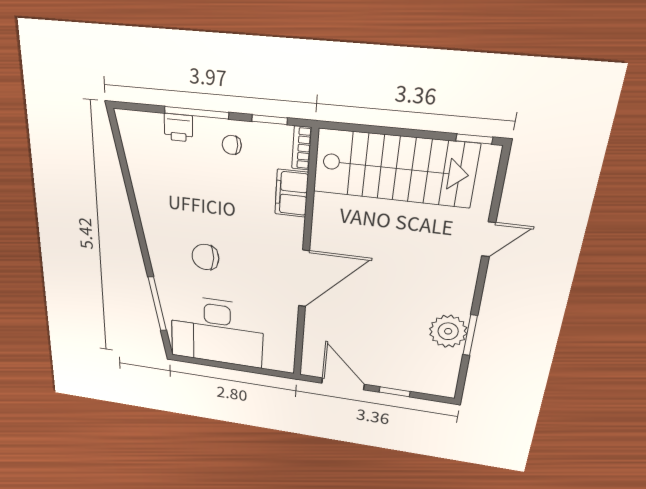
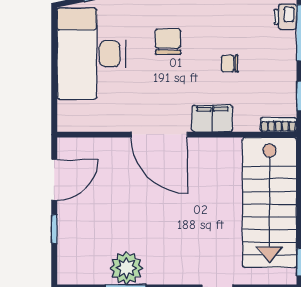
chair: (232, 145) -> (230, 63), moved, turned -90
filing cabinet: (292, 193) -> (212, 118), moved

